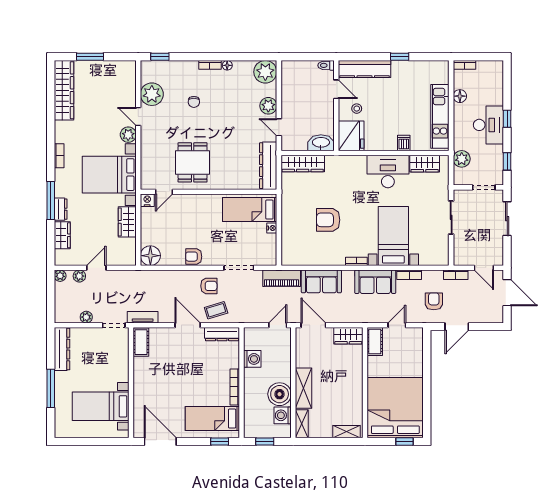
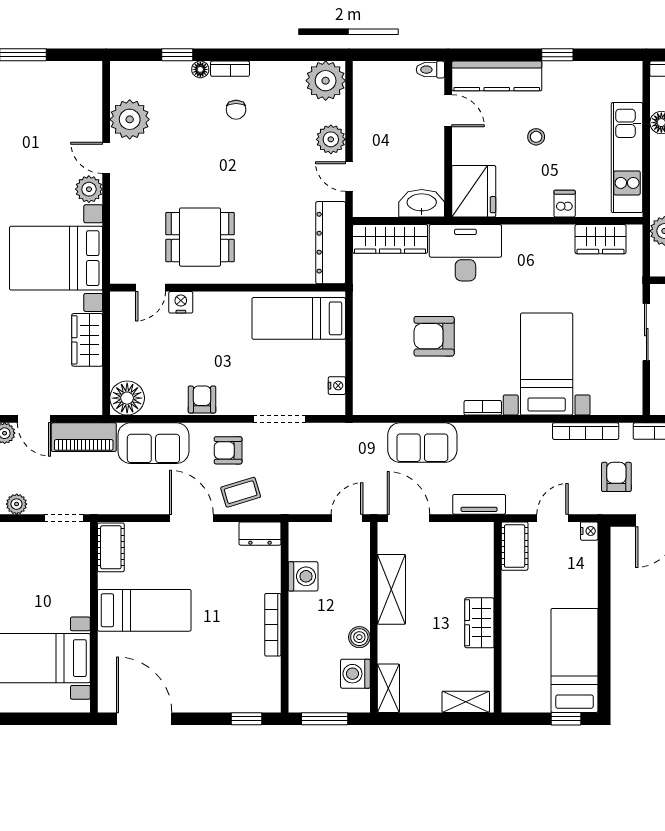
window: (160, 57) -> (177, 55), moved
floor lamp: (227, 65) -> (200, 69), moved
chair: (194, 102) -> (236, 110), moved
stool: (357, 109) -> (536, 137), moved
dining table: (193, 162) -> (200, 237), turned 90
desk: (388, 171) -> (465, 253), moved
nightstand: (147, 200) -> (181, 302), moved
nightstand: (272, 228) -> (337, 386), moved
armchair: (194, 257) -> (202, 400), turned 90
door: (96, 268) -> (34, 419), swing flipped
bookcase: (409, 275) -> (586, 431), width x1.56
piano: (282, 278) -> (84, 437), moved
sofa: (375, 282) -> (153, 443), moved
armchair: (209, 286) -> (228, 450), turned 180
tv unit: (143, 317) -> (479, 504), moved
nightstand: (418, 333) -> (589, 531), added
dresser: (222, 334) -> (260, 534), width x0.70
wardrobe: (348, 336) -> (479, 623), moved, turned 90
shelving: (303, 388) -> (391, 589), moved
boiler: (280, 394) -> (359, 637), width x0.54, depth x0.54
bed: (395, 408) -> (575, 660), width x0.49
bed: (212, 419) -> (144, 610), moved, turned 180
window: (265, 441) -> (325, 719), width x1.50

